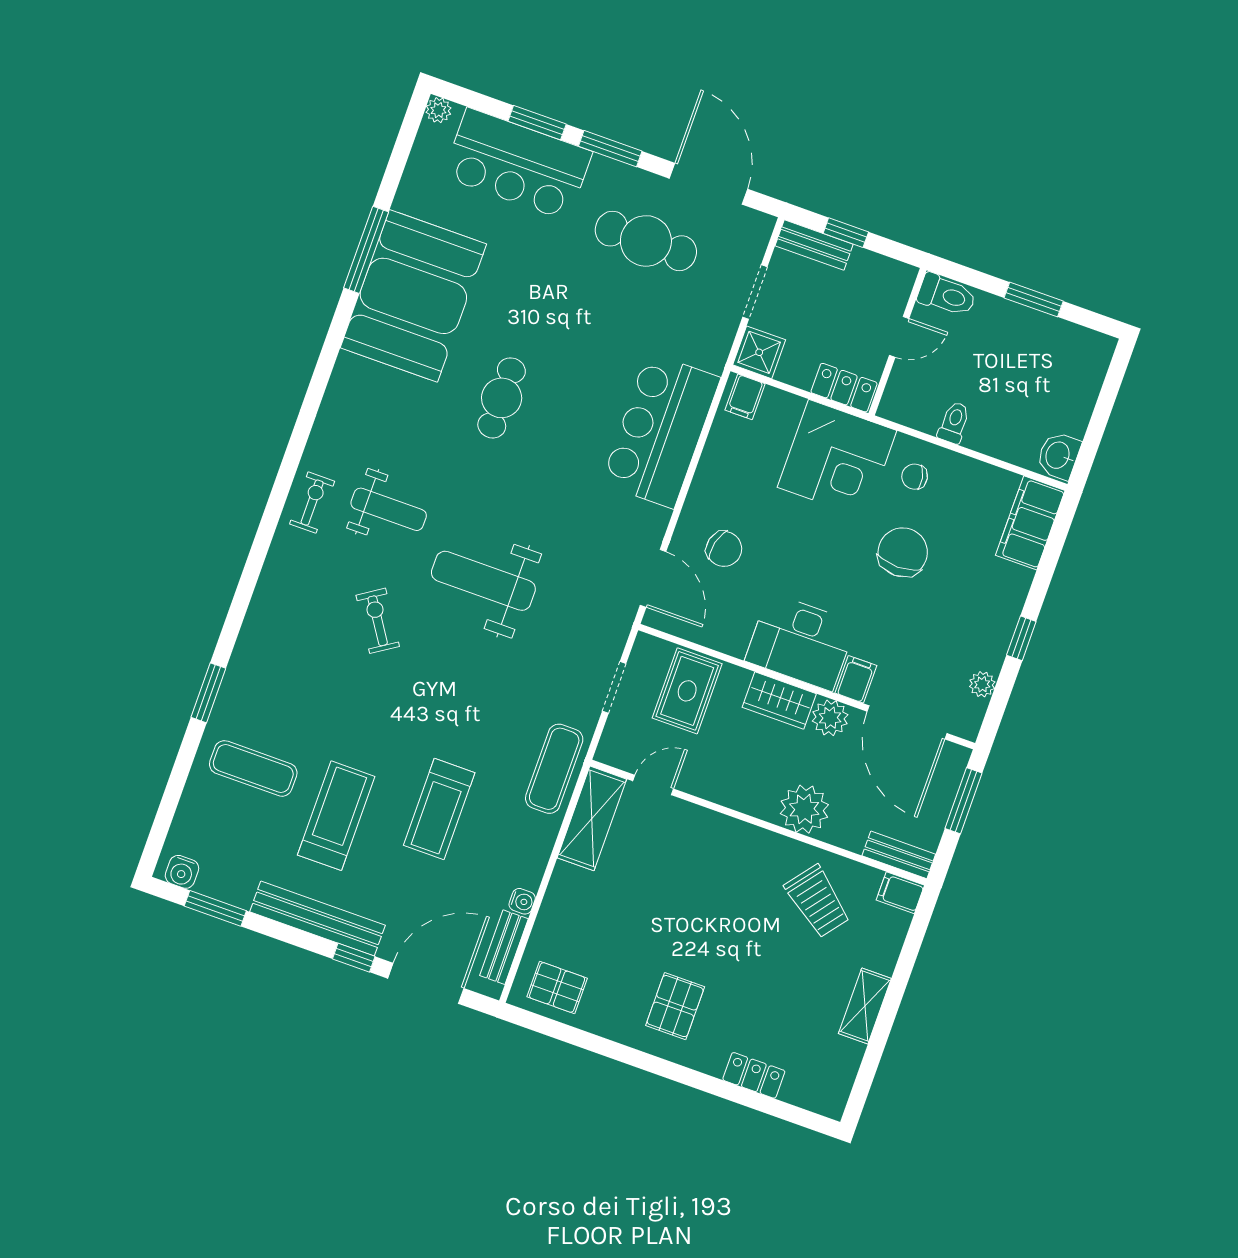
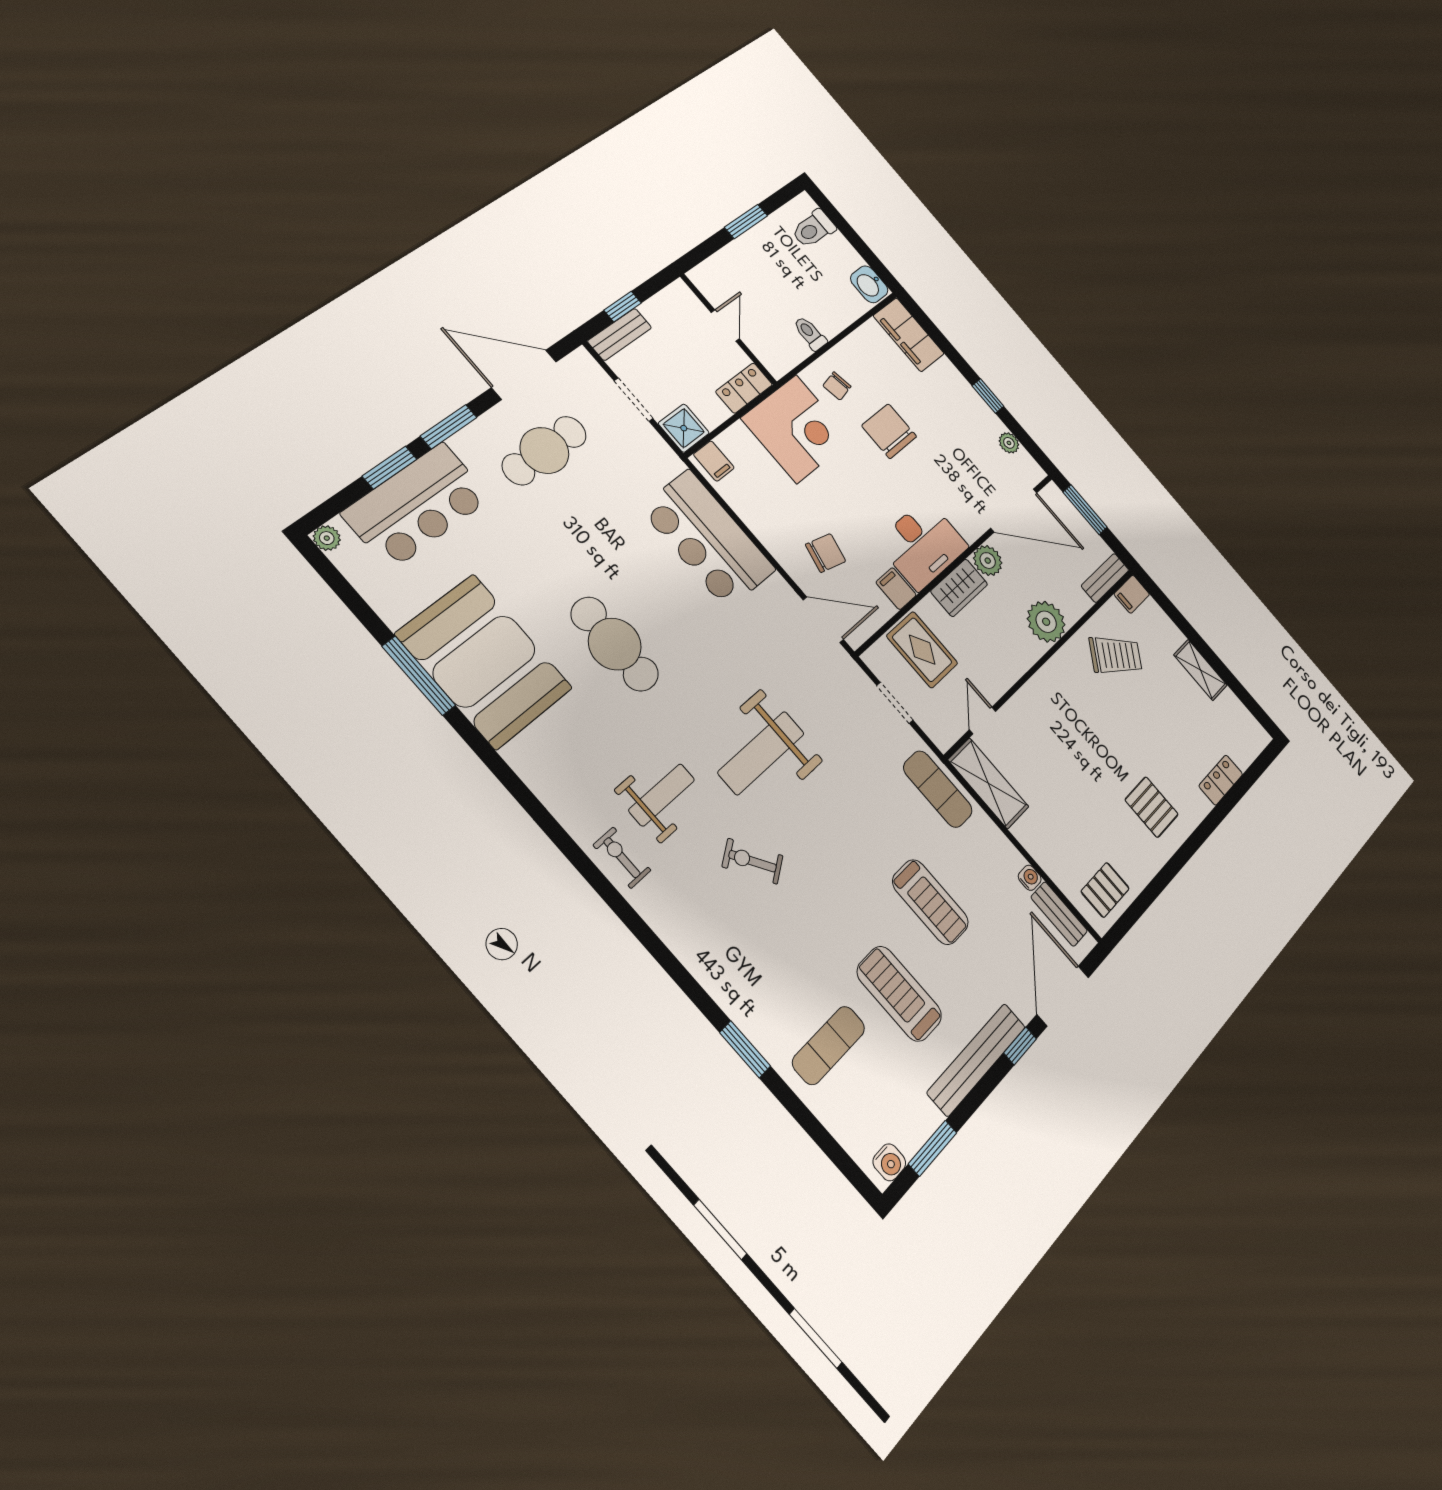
toilet: (947, 295) -> (813, 229), moved, turned 180
cafe table: (502, 398) -> (615, 644), width x1.37, depth x1.35
filing cabinet: (856, 679) -> (896, 589), moved

